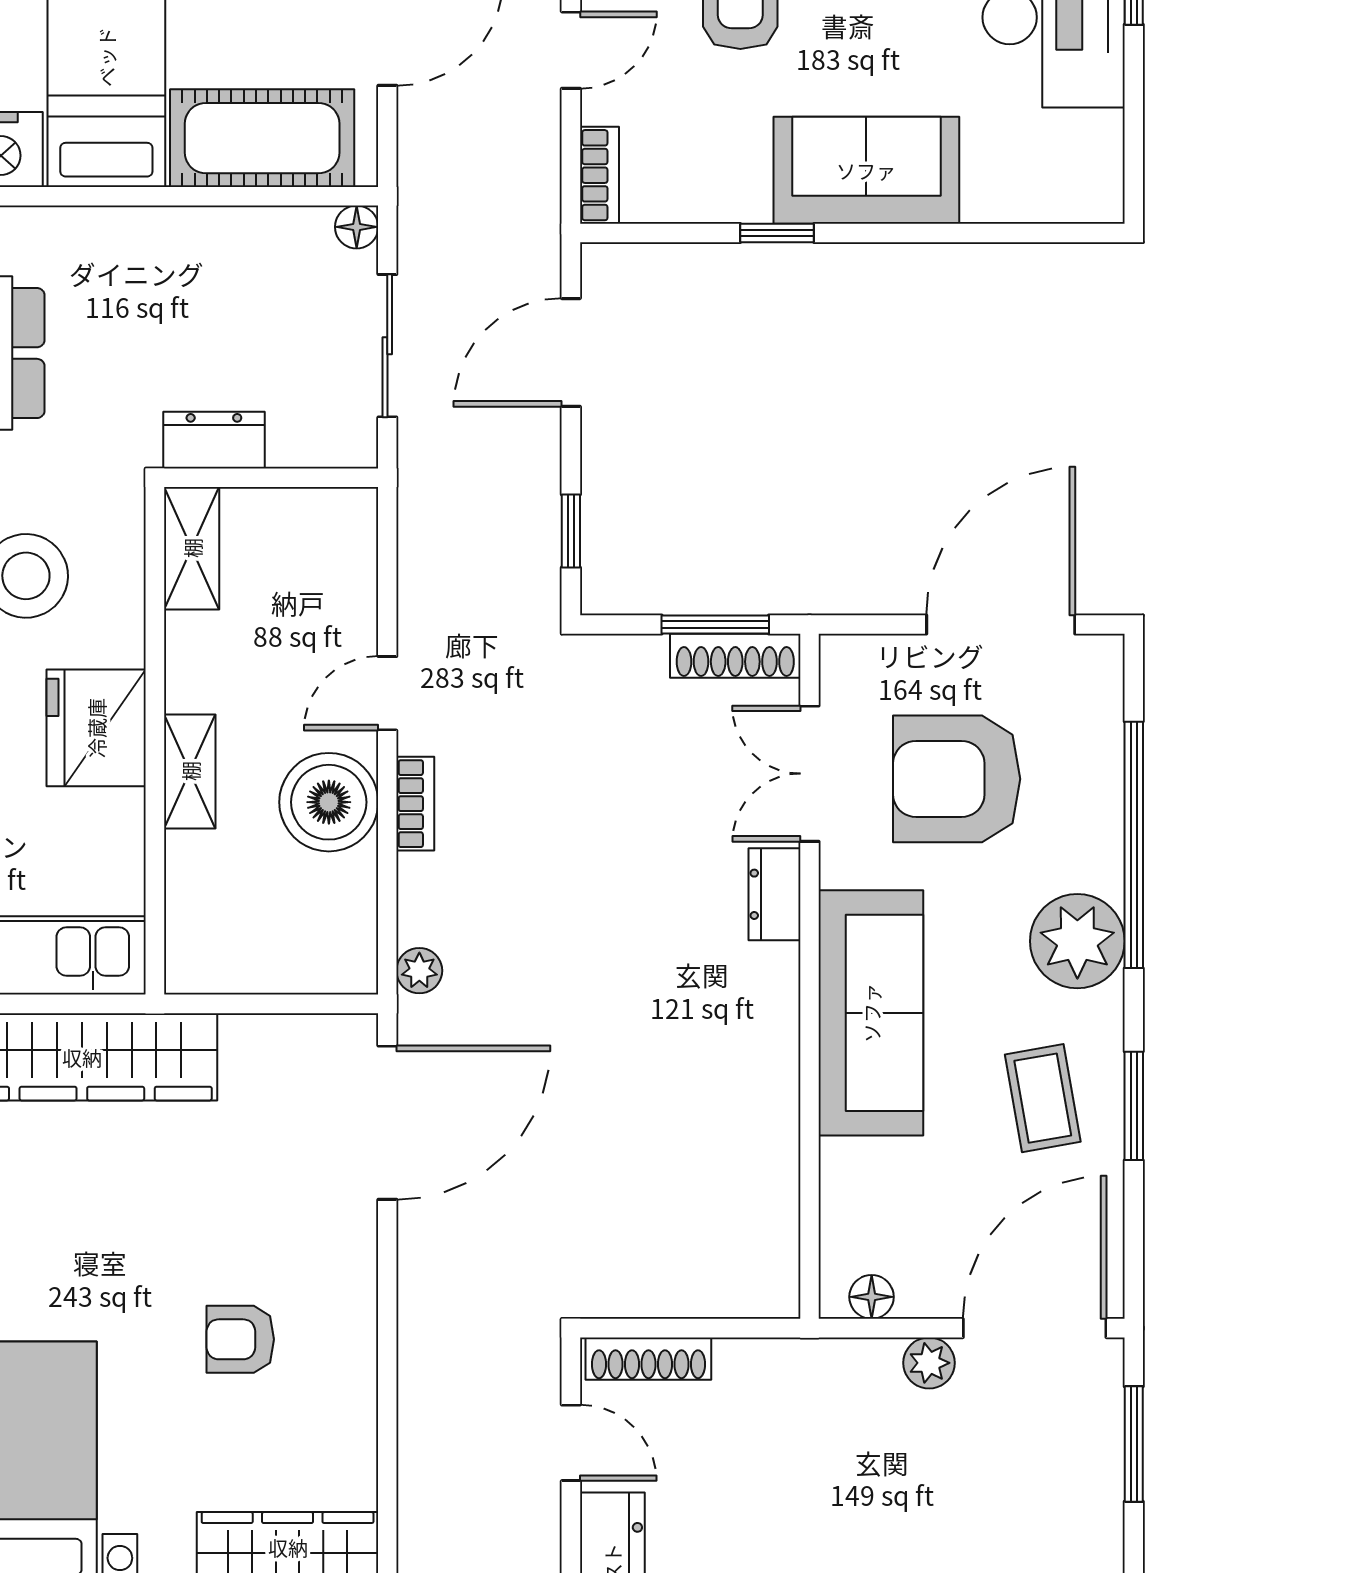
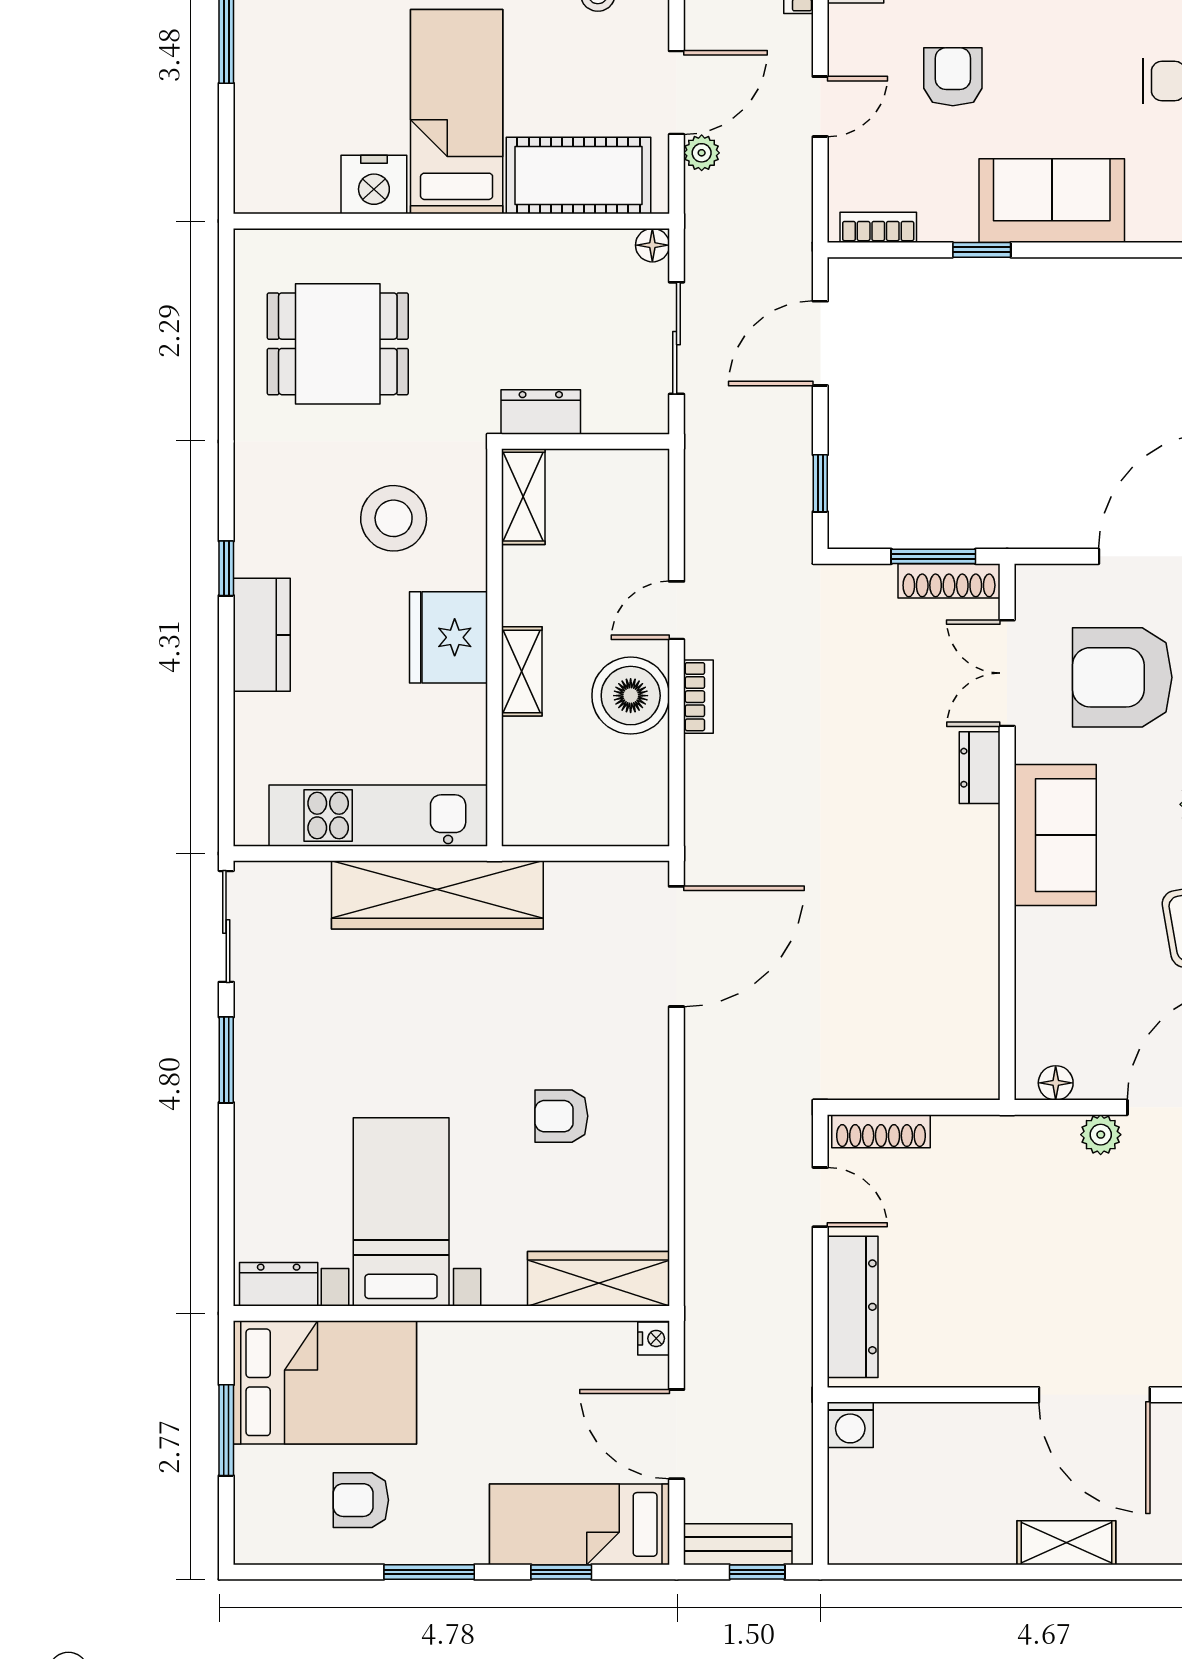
bookcase: (599, 175) -> (878, 227), moved, turned -90
plant: (419, 971) -> (702, 153), moved
sofa: (871, 1013) -> (1055, 835), width x0.73

